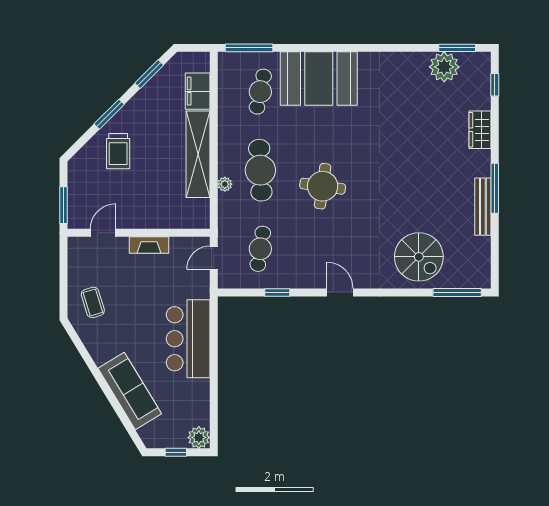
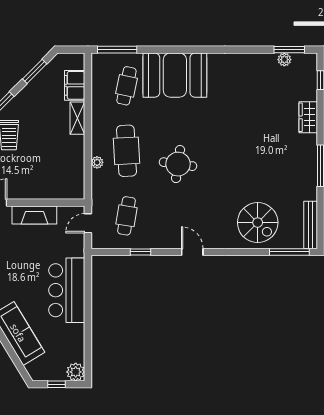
plant: (444, 67) -> (284, 60), width x0.53, depth x0.53
shelving: (198, 154) -> (77, 118), width x0.45, depth x0.75
bench: (483, 207) -> (311, 225), moved
fireplace: (149, 245) -> (34, 215), width x1.37, depth x1.32

